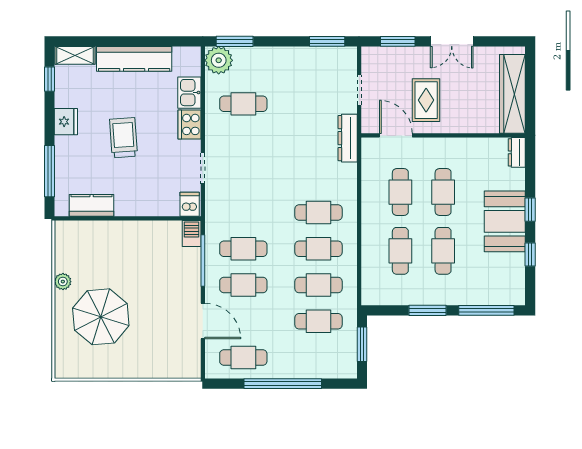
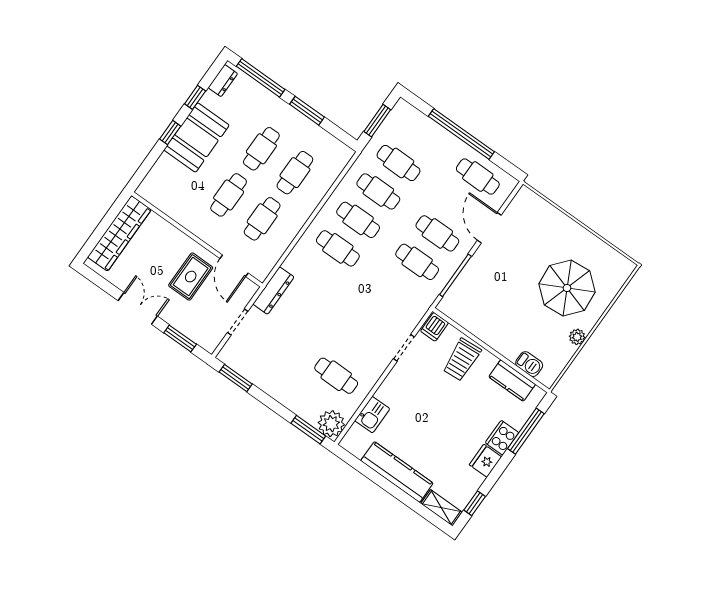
cooker: (189, 124) -> (502, 438), moved, turned 180
trolley: (124, 138) -> (462, 360), moved
dresser: (517, 152) -> (223, 81), moved
barbecue: (192, 233) -> (529, 364), moved, turned -90

